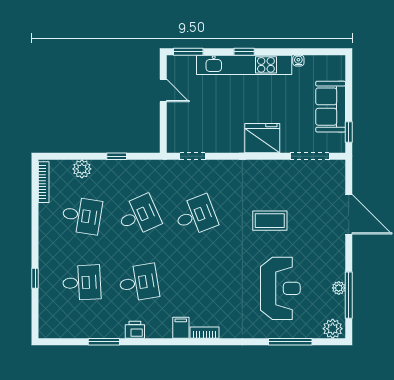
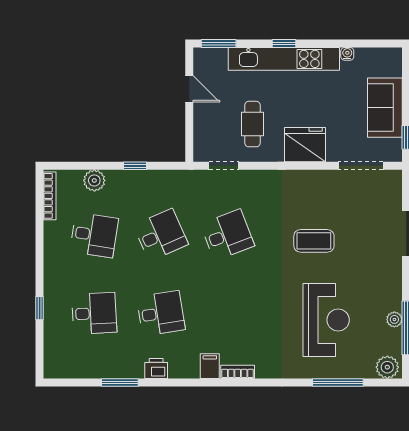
cafe table: (217, 121) -> (252, 124), added

